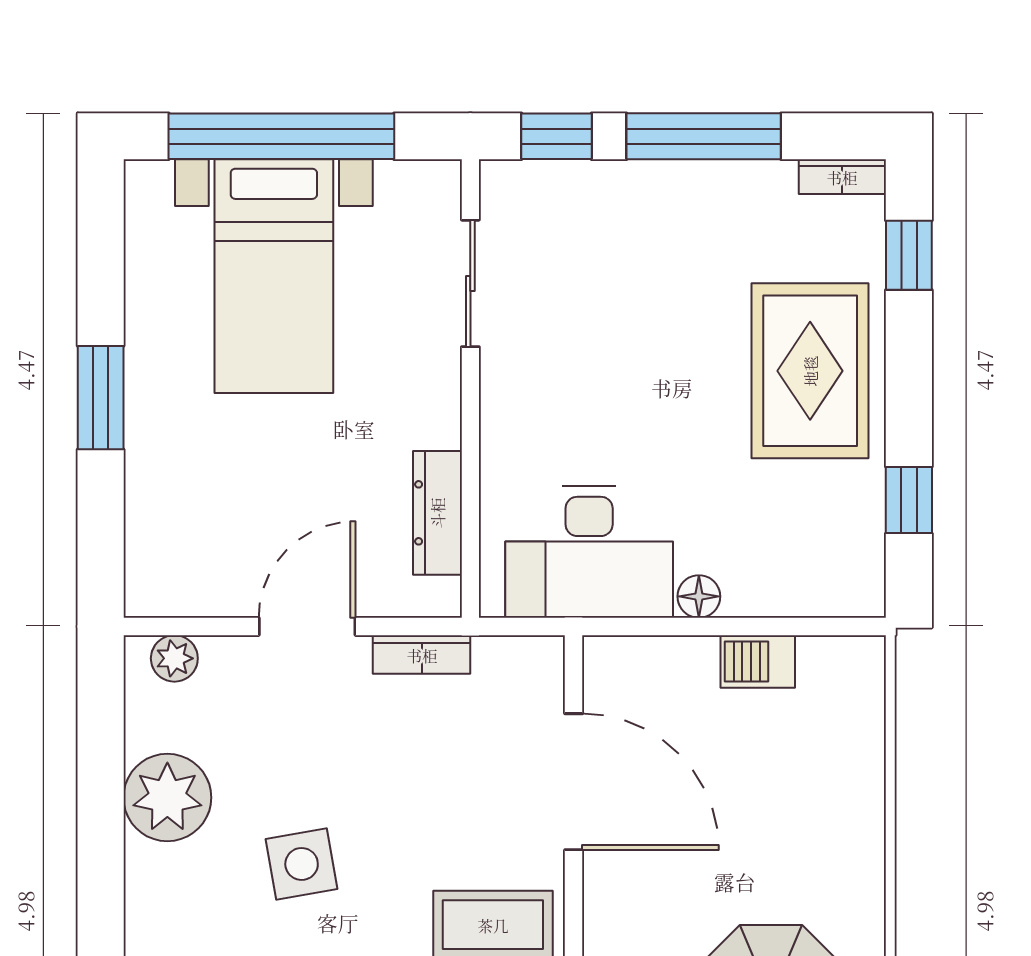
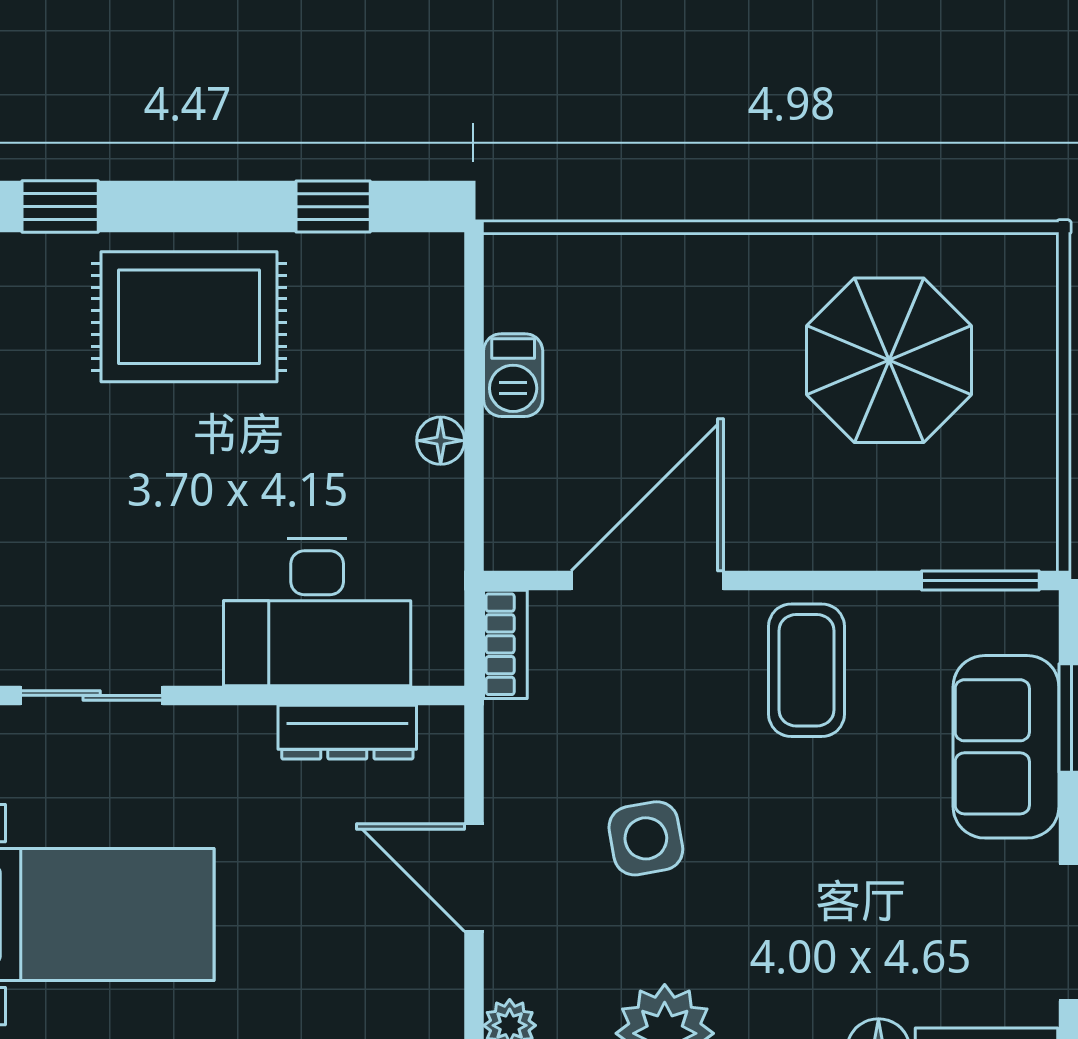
desk: (589, 552) -> (317, 612), moved, turned 90
bookcase: (422, 655) -> (505, 644), moved
side table: (302, 864) -> (646, 838), moved

